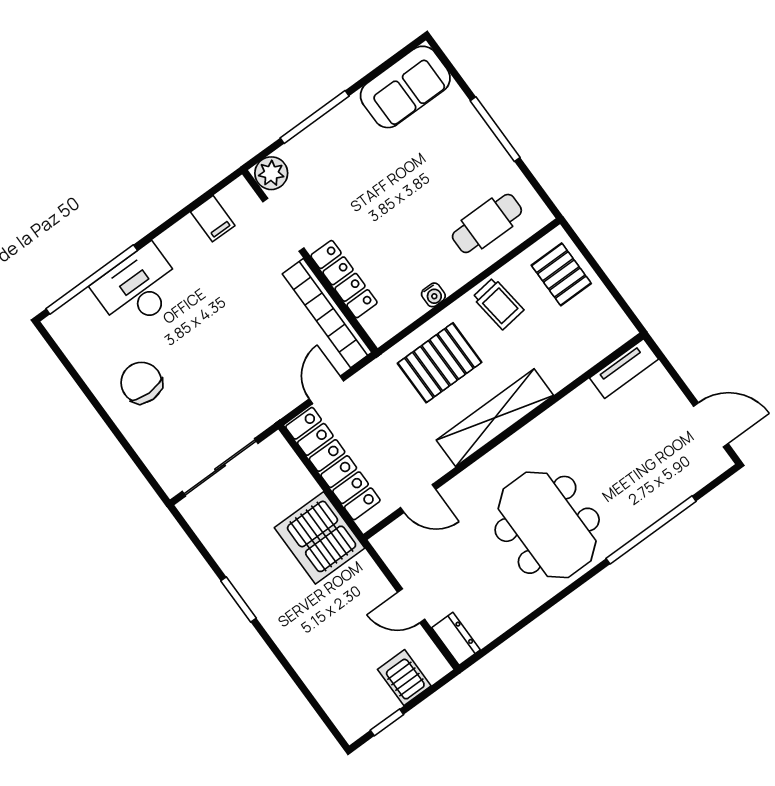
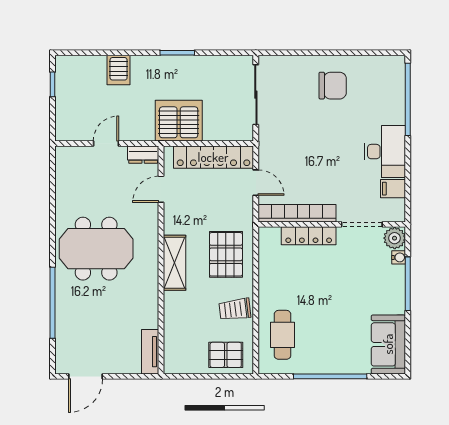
window: (495, 129) -> (330, 376), width x1.46
desk: (138, 288) -> (385, 152), moved
water cooler: (433, 295) -> (399, 257), moved, turned 180
shelving: (495, 418) -> (174, 263), width x0.68
dresser: (456, 639) -> (143, 155), moved
server rack: (404, 678) -> (119, 70), moved, turned 90

